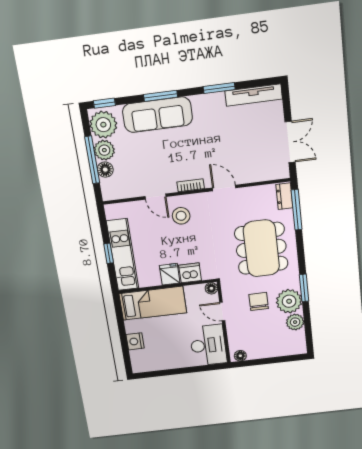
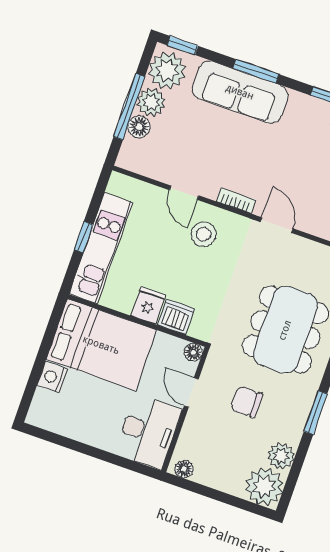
chair: (259, 301) -> (247, 402), turned -90
plant: (289, 301) -> (264, 486), moved
bed: (153, 303) -> (101, 345), width x1.50

